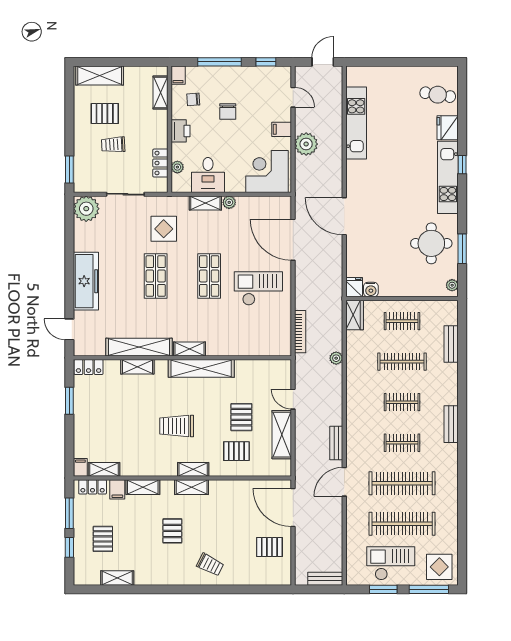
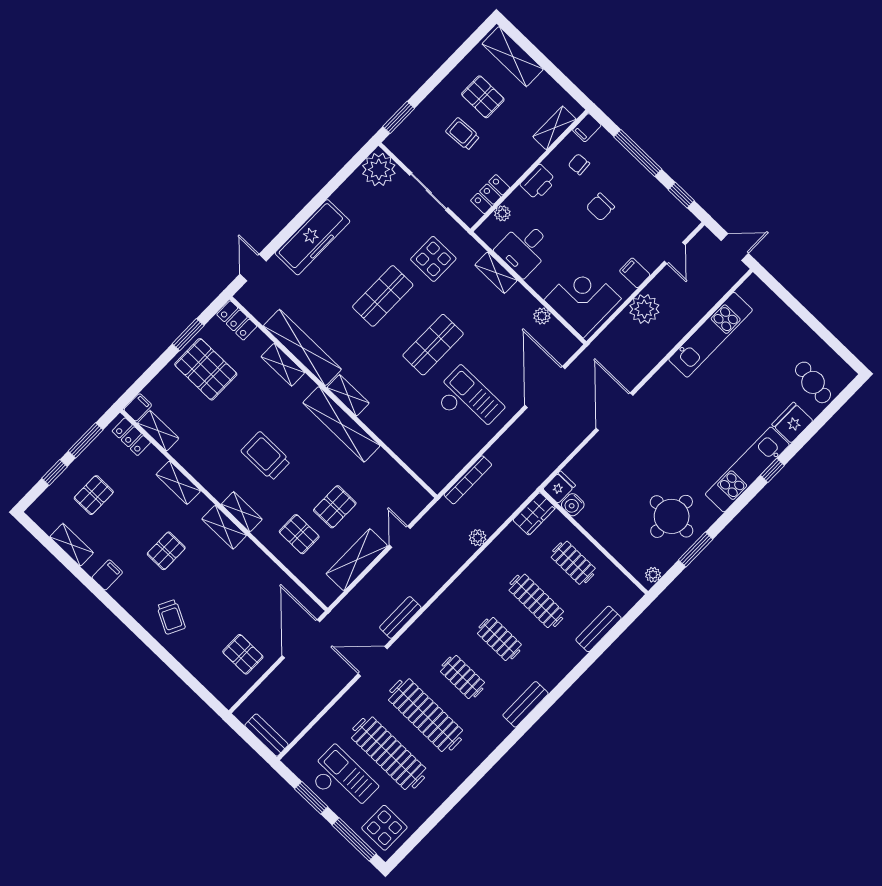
plant: (229, 202) -> (542, 316), moved
pallet: (98, 410) -> (206, 369), added
filing cabinet: (117, 489) -> (107, 575), moved, turned 180

